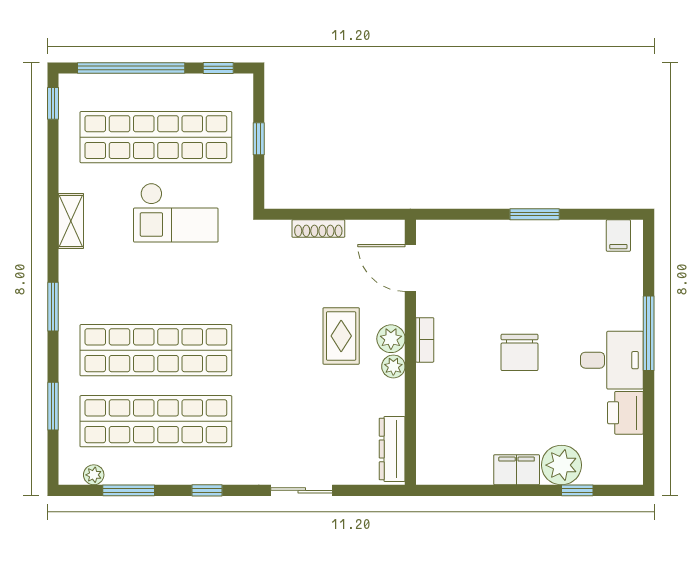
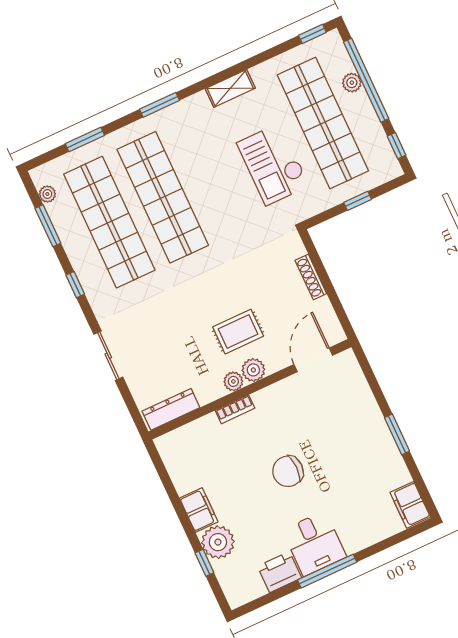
plant: (126, 85) -> (352, 83), added
filing cabinet: (618, 236) -> (410, 505), width x2.00
window: (649, 333) -> (327, 571), moved
bookcase: (425, 340) -> (235, 409), moved

